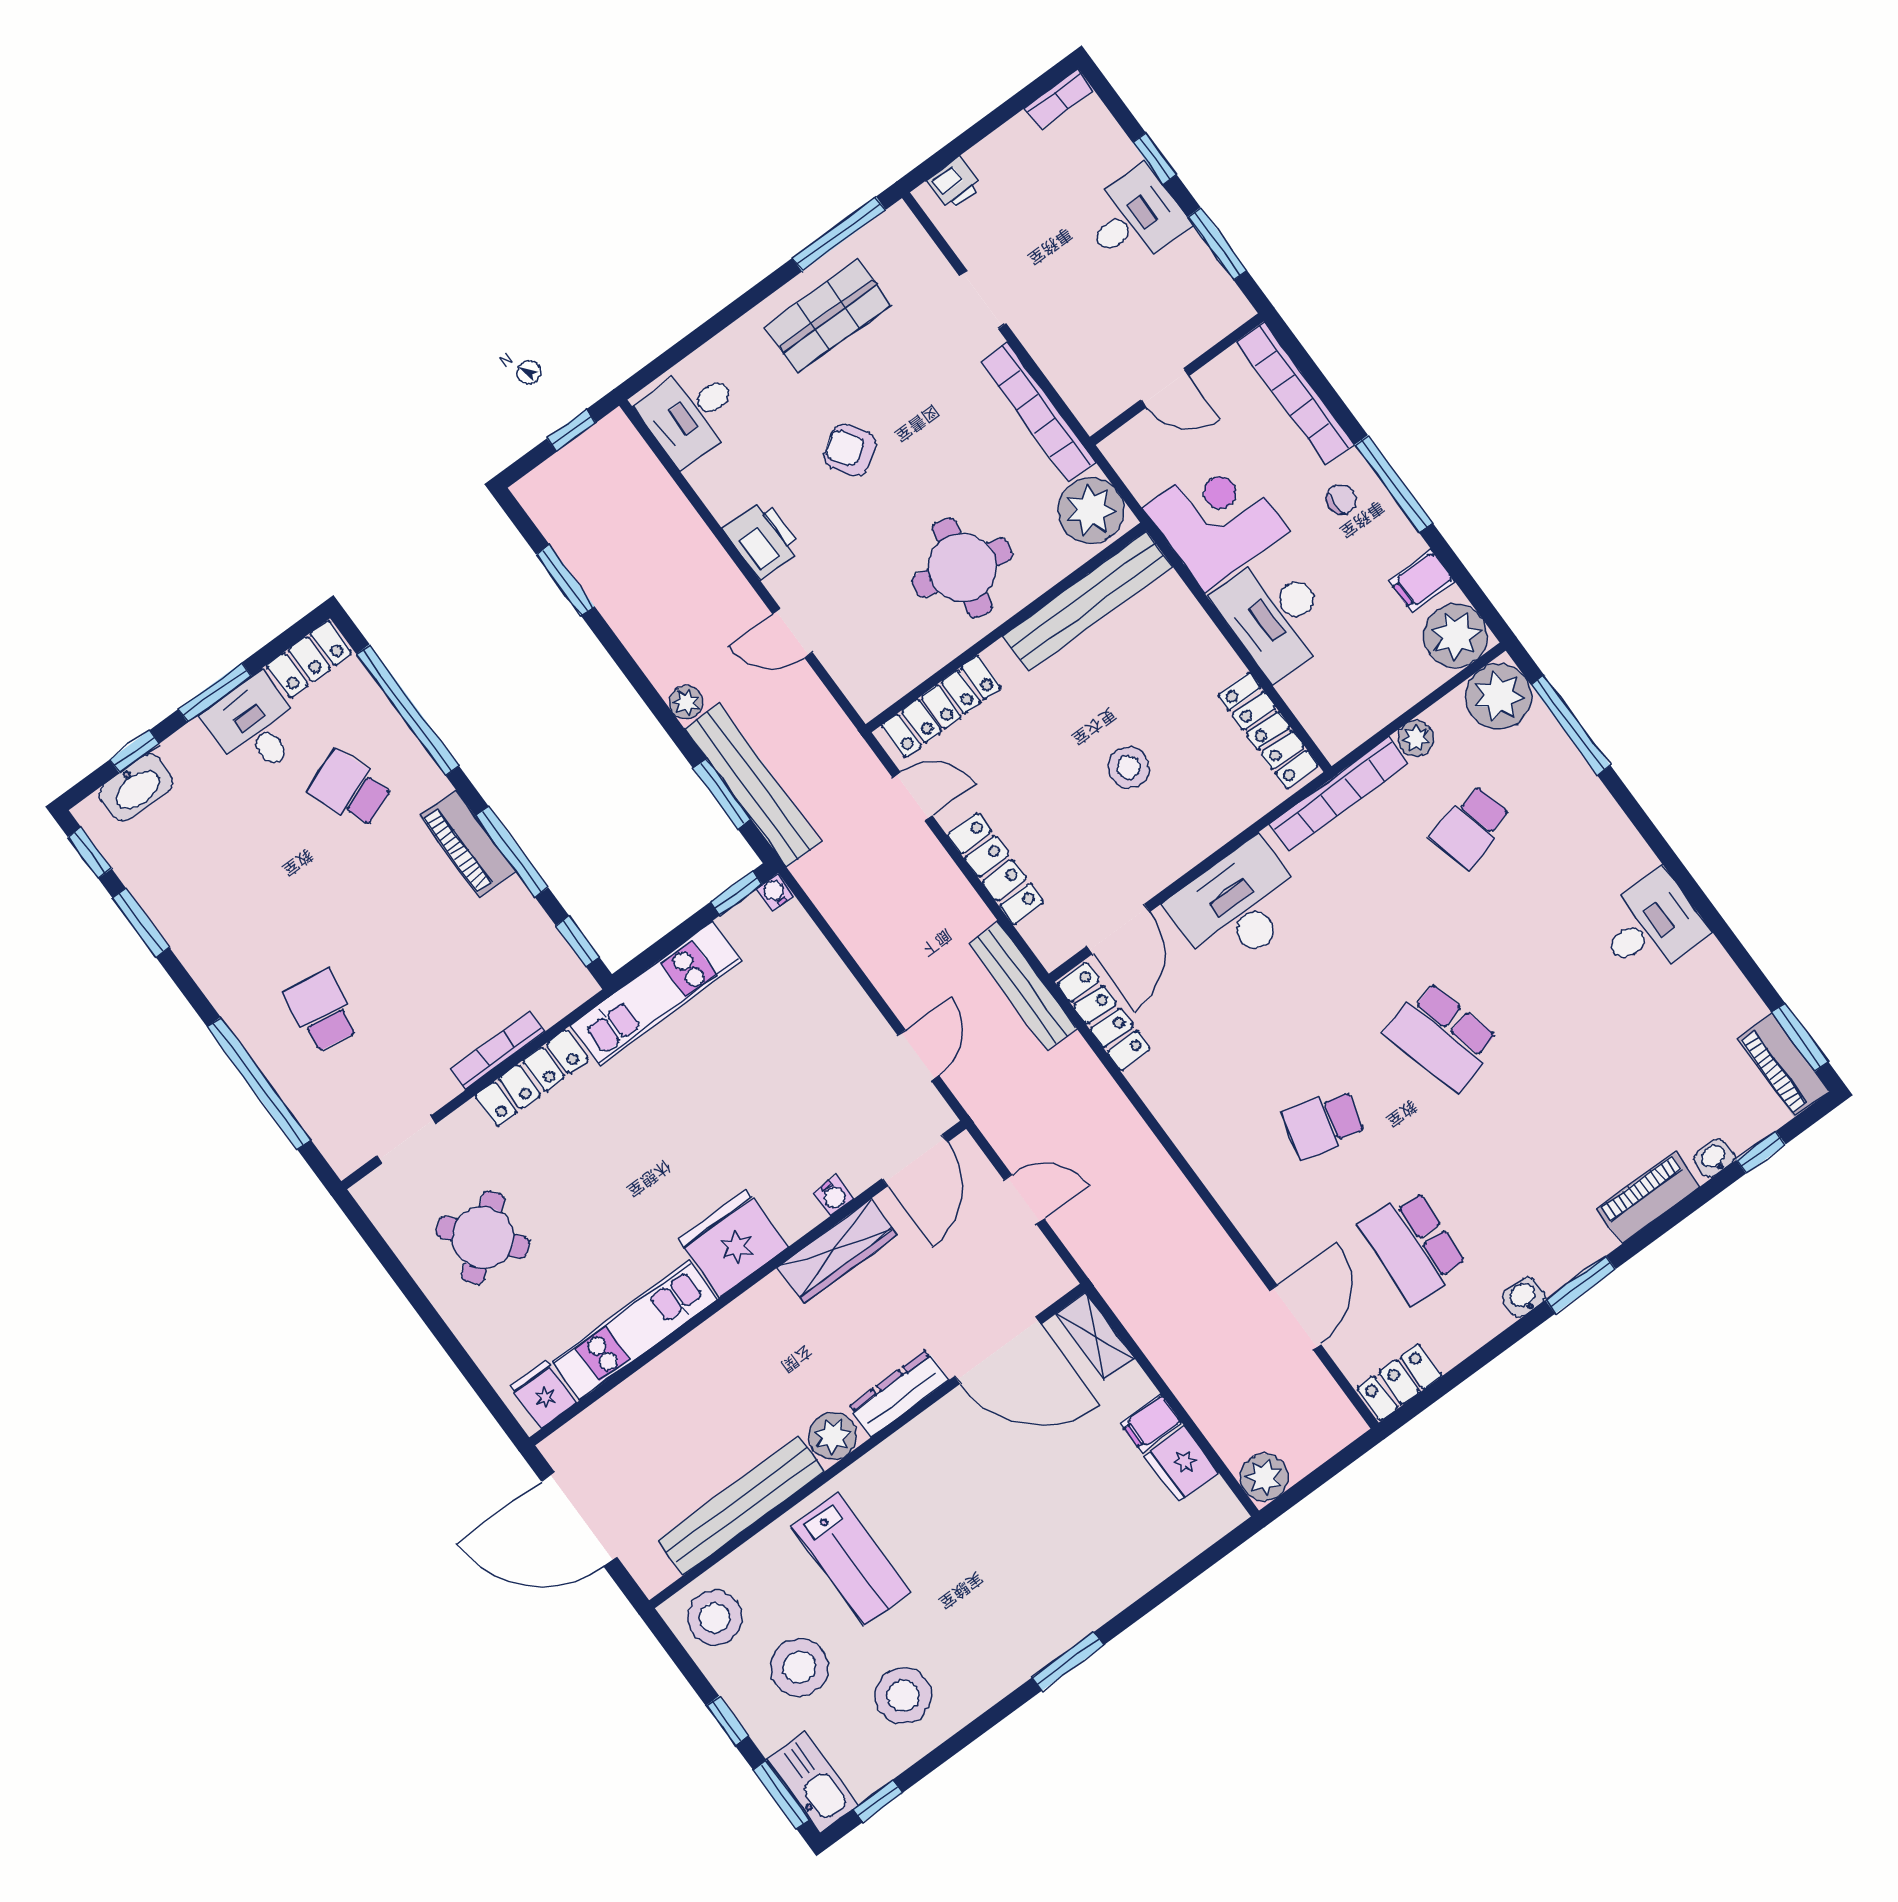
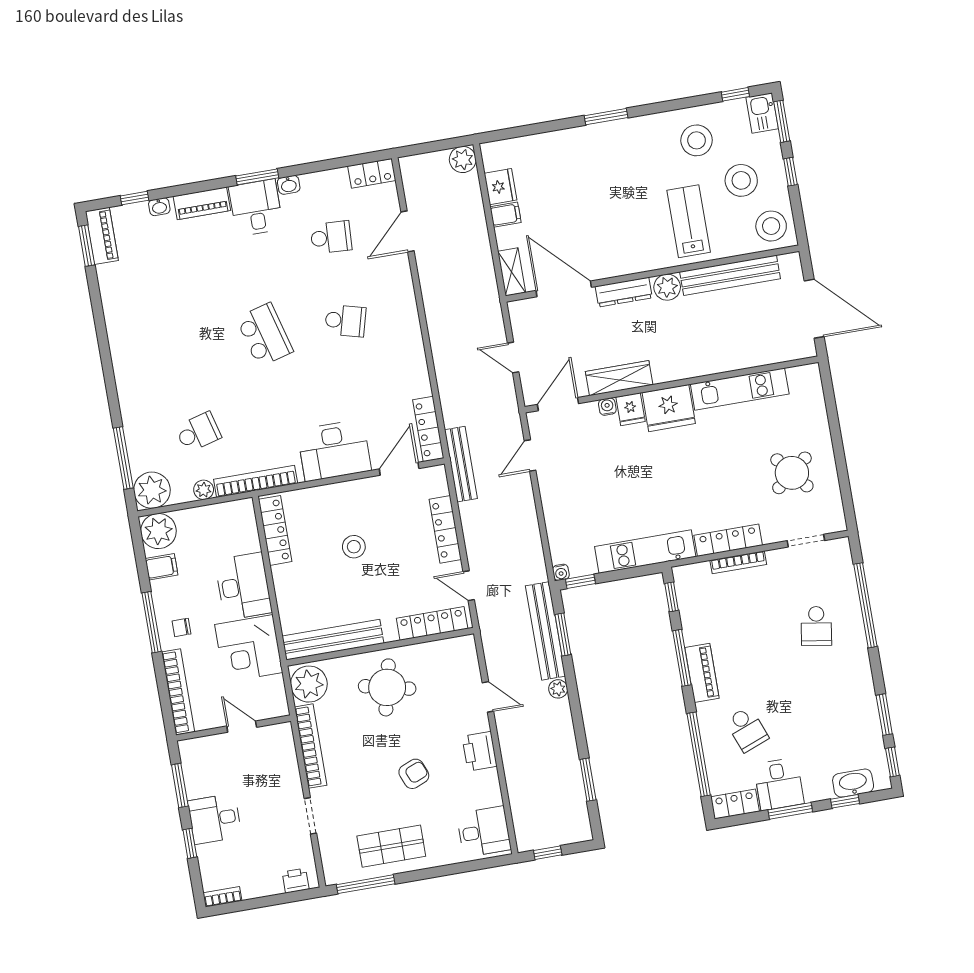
armchair: (850, 450) -> (414, 774), turned -78
desk: (1651, 926) -> (256, 208), moved, turned 90
school desk: (1413, 1247) -> (331, 237), width x0.54
fridge: (543, 1394) -> (631, 409), moved
kitchen sink: (812, 1782) -> (762, 113), width x0.73

